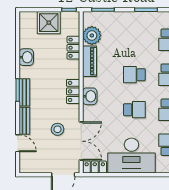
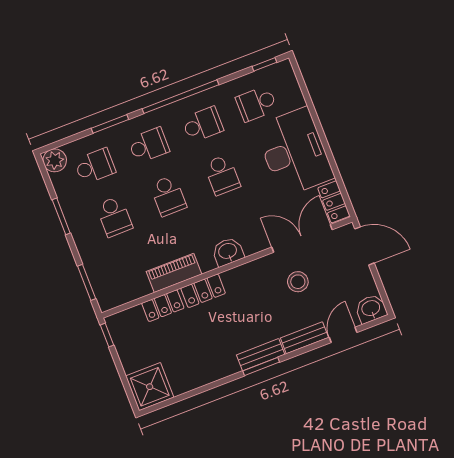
shower: (49, 23) -> (150, 387), moved
plant: (92, 35) -> (133, 285), removed
school desk: (134, 40) -> (114, 217), added
washbasin: (26, 57) -> (371, 309), moved
locker: (73, 91) -> (203, 291), moved
school desk: (134, 110) -> (222, 175), turned 180

